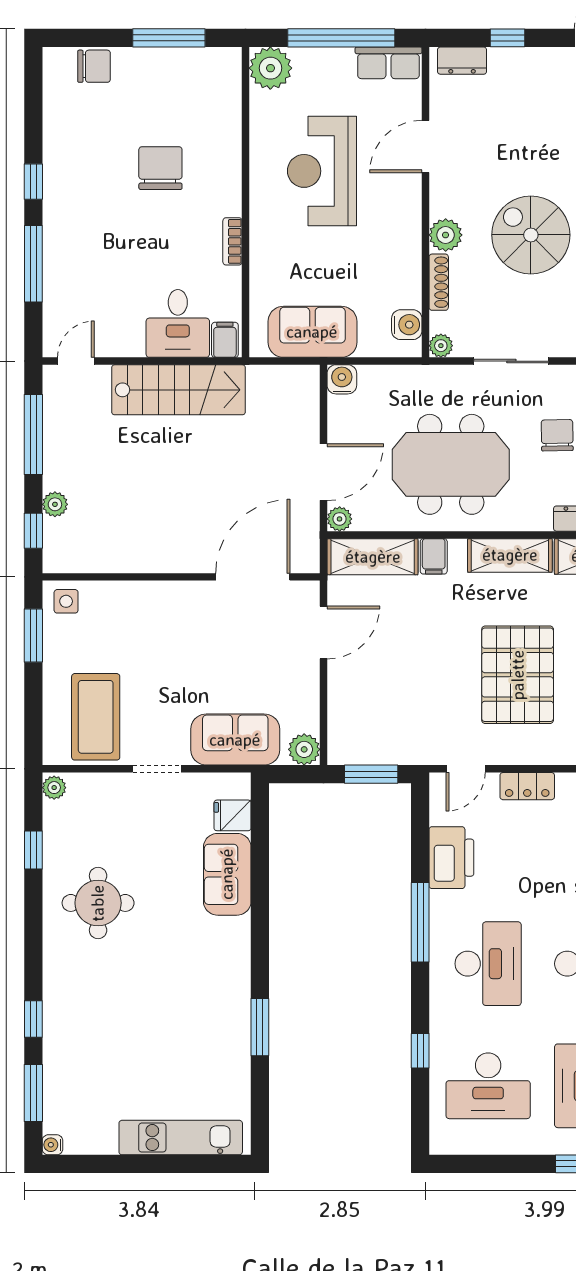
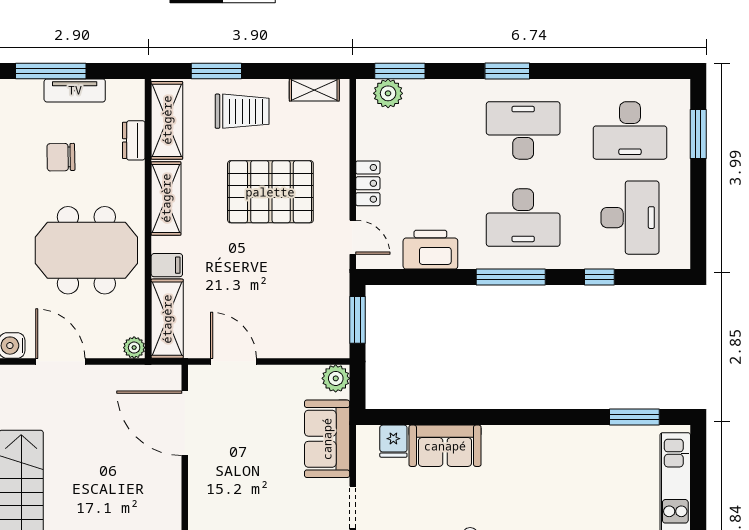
meeting table: (451, 464) -> (86, 250), turned 90
door: (324, 472) -> (60, 362), moved
window: (420, 922) -> (511, 277), moved
desk: (488, 964) -> (523, 218), turned 180
window: (260, 1027) -> (634, 417), moved

